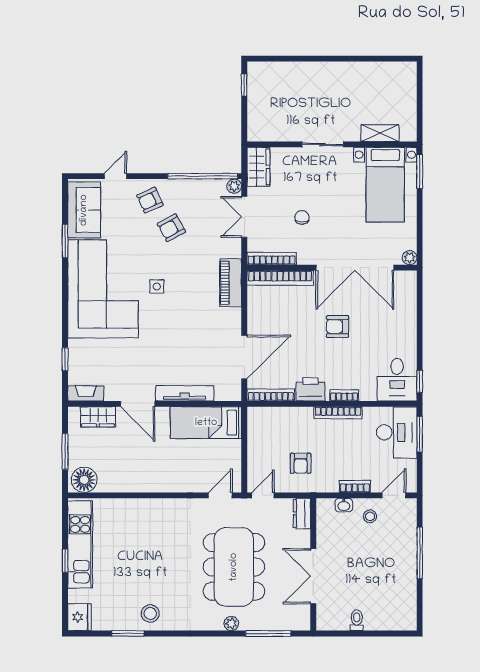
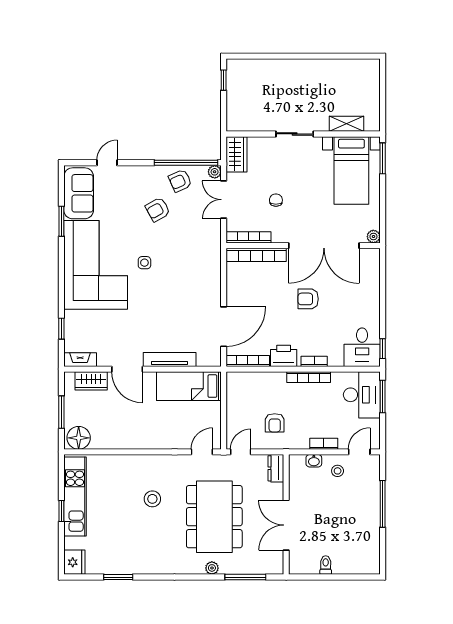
armchair: (150, 200) -> (180, 181), moved
piano: (231, 283) -> (211, 259), removed
stool: (150, 613) -> (152, 499), moved

